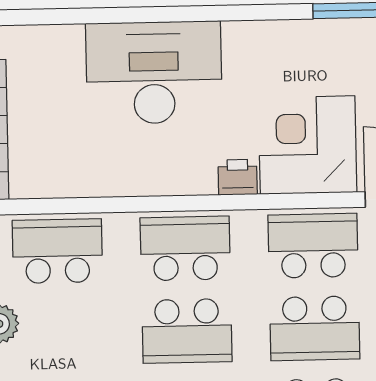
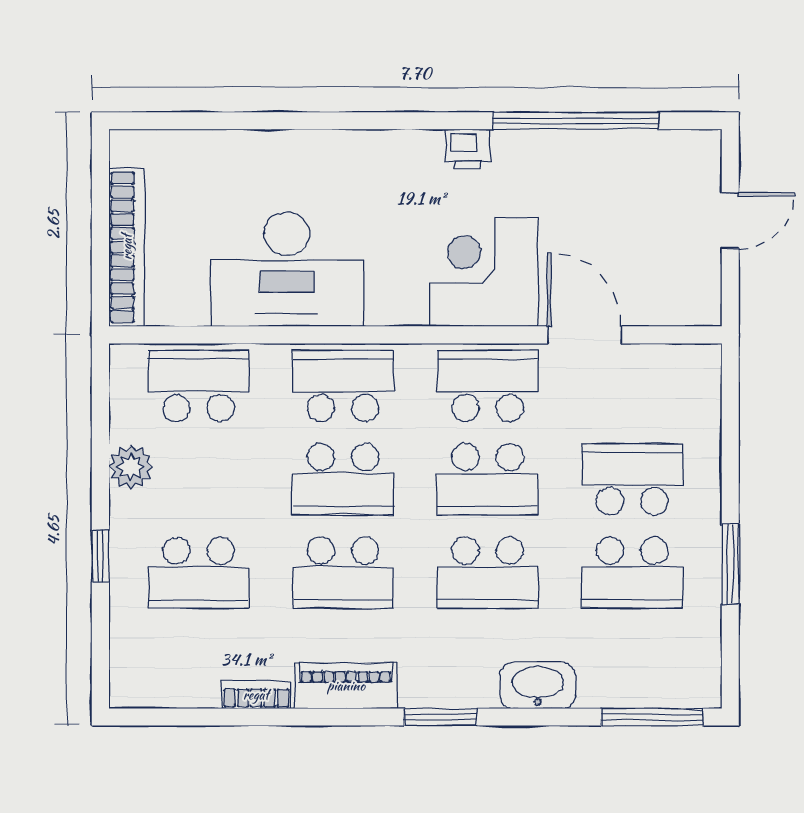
desk: (154, 73) -> (287, 269), moved, turned 180
printer: (238, 177) -> (468, 149), moved, turned 180

